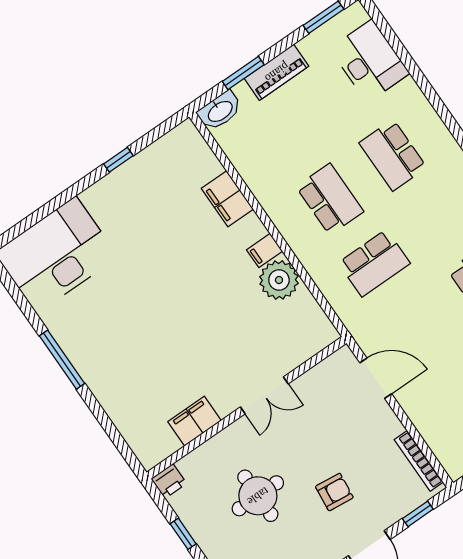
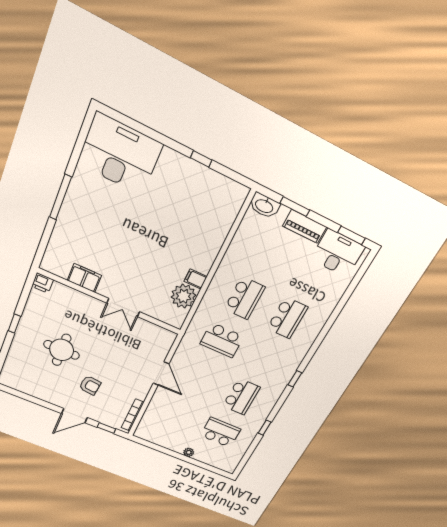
desk: (370, 61) -> (338, 253), moved, turned -90
school desk: (393, 155) -> (287, 318), turned 180
filing cabinet: (227, 199) -> (214, 241), removed
double door: (264, 395) -> (123, 307), moved
wall: (247, 408) -> (110, 302), moved
filing cabinet: (195, 421) -> (84, 278), moved
printer: (169, 481) -> (42, 283), moved

